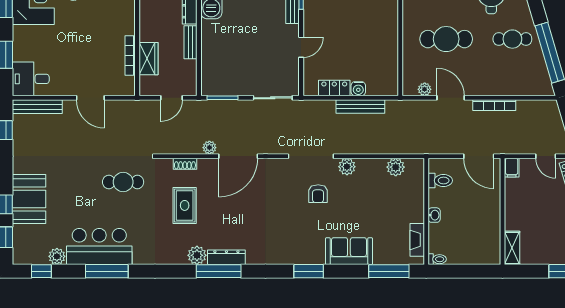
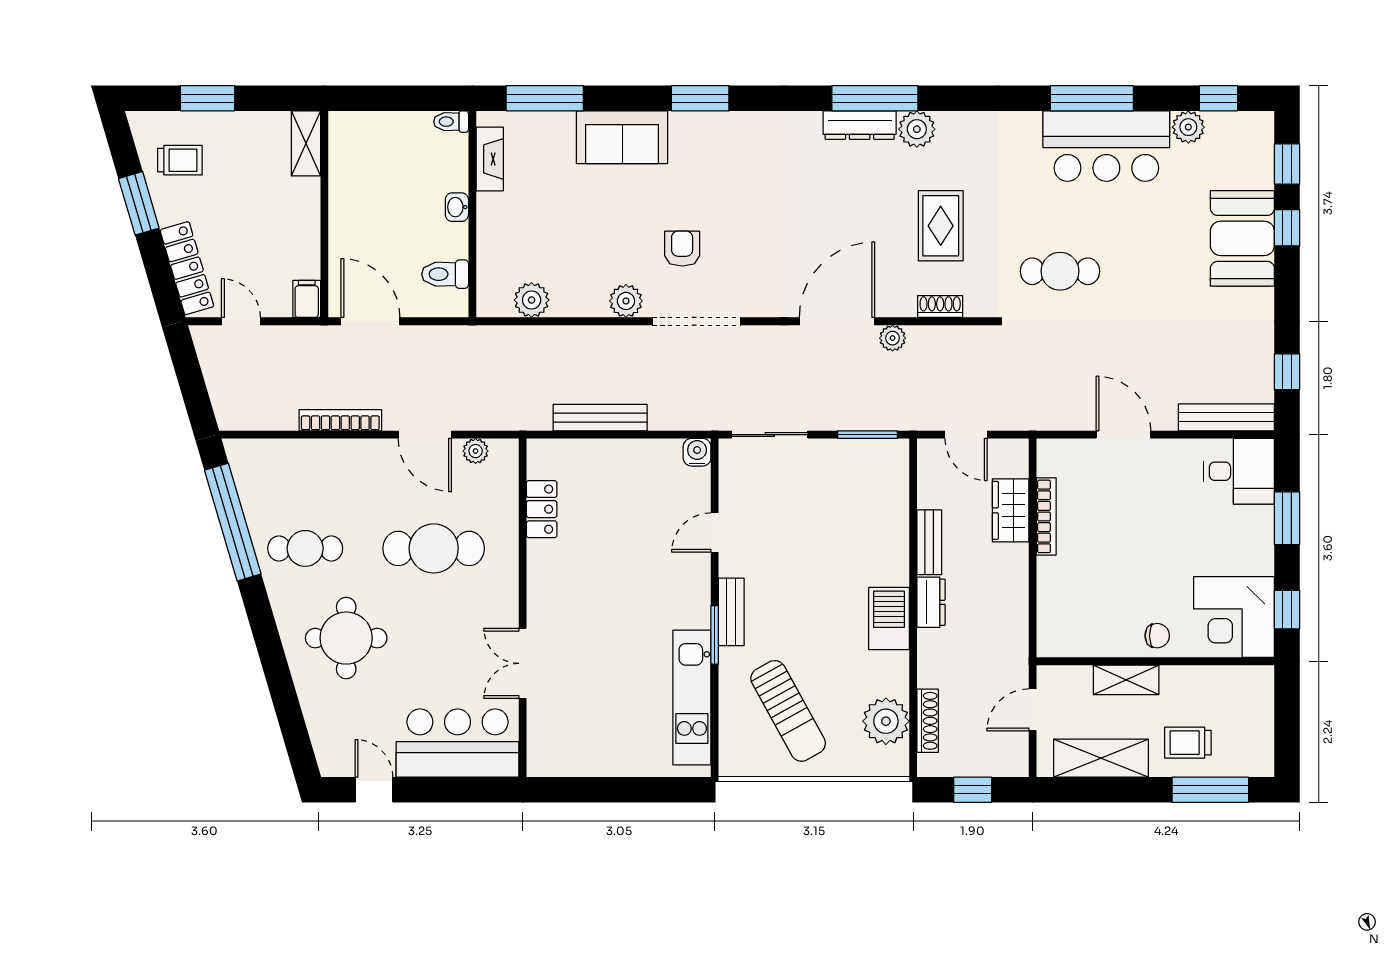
locker: (334, 88) -> (542, 509), moved, turned -90
water cooler: (358, 89) -> (697, 452), moved
door: (172, 98) -> (966, 435), swing flipped

